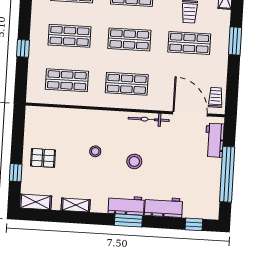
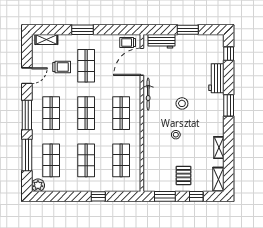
window: (18, 133) -> (165, 196), added
window: (227, 174) -> (188, 30), width x0.47
workbench: (126, 205) -> (217, 108), removed

